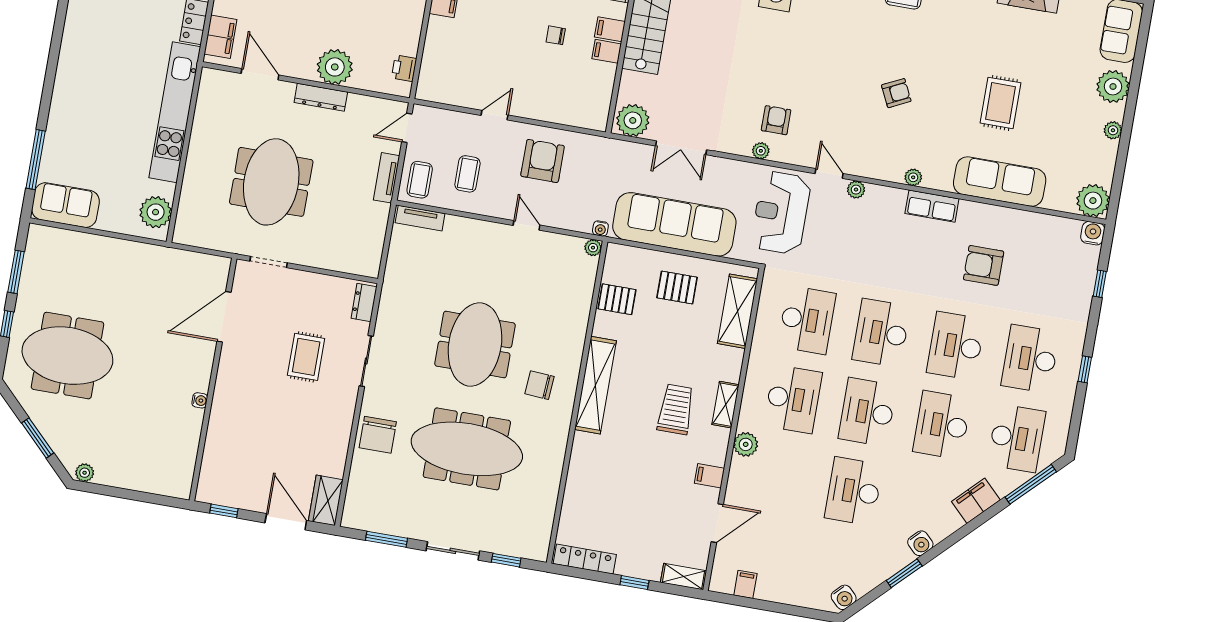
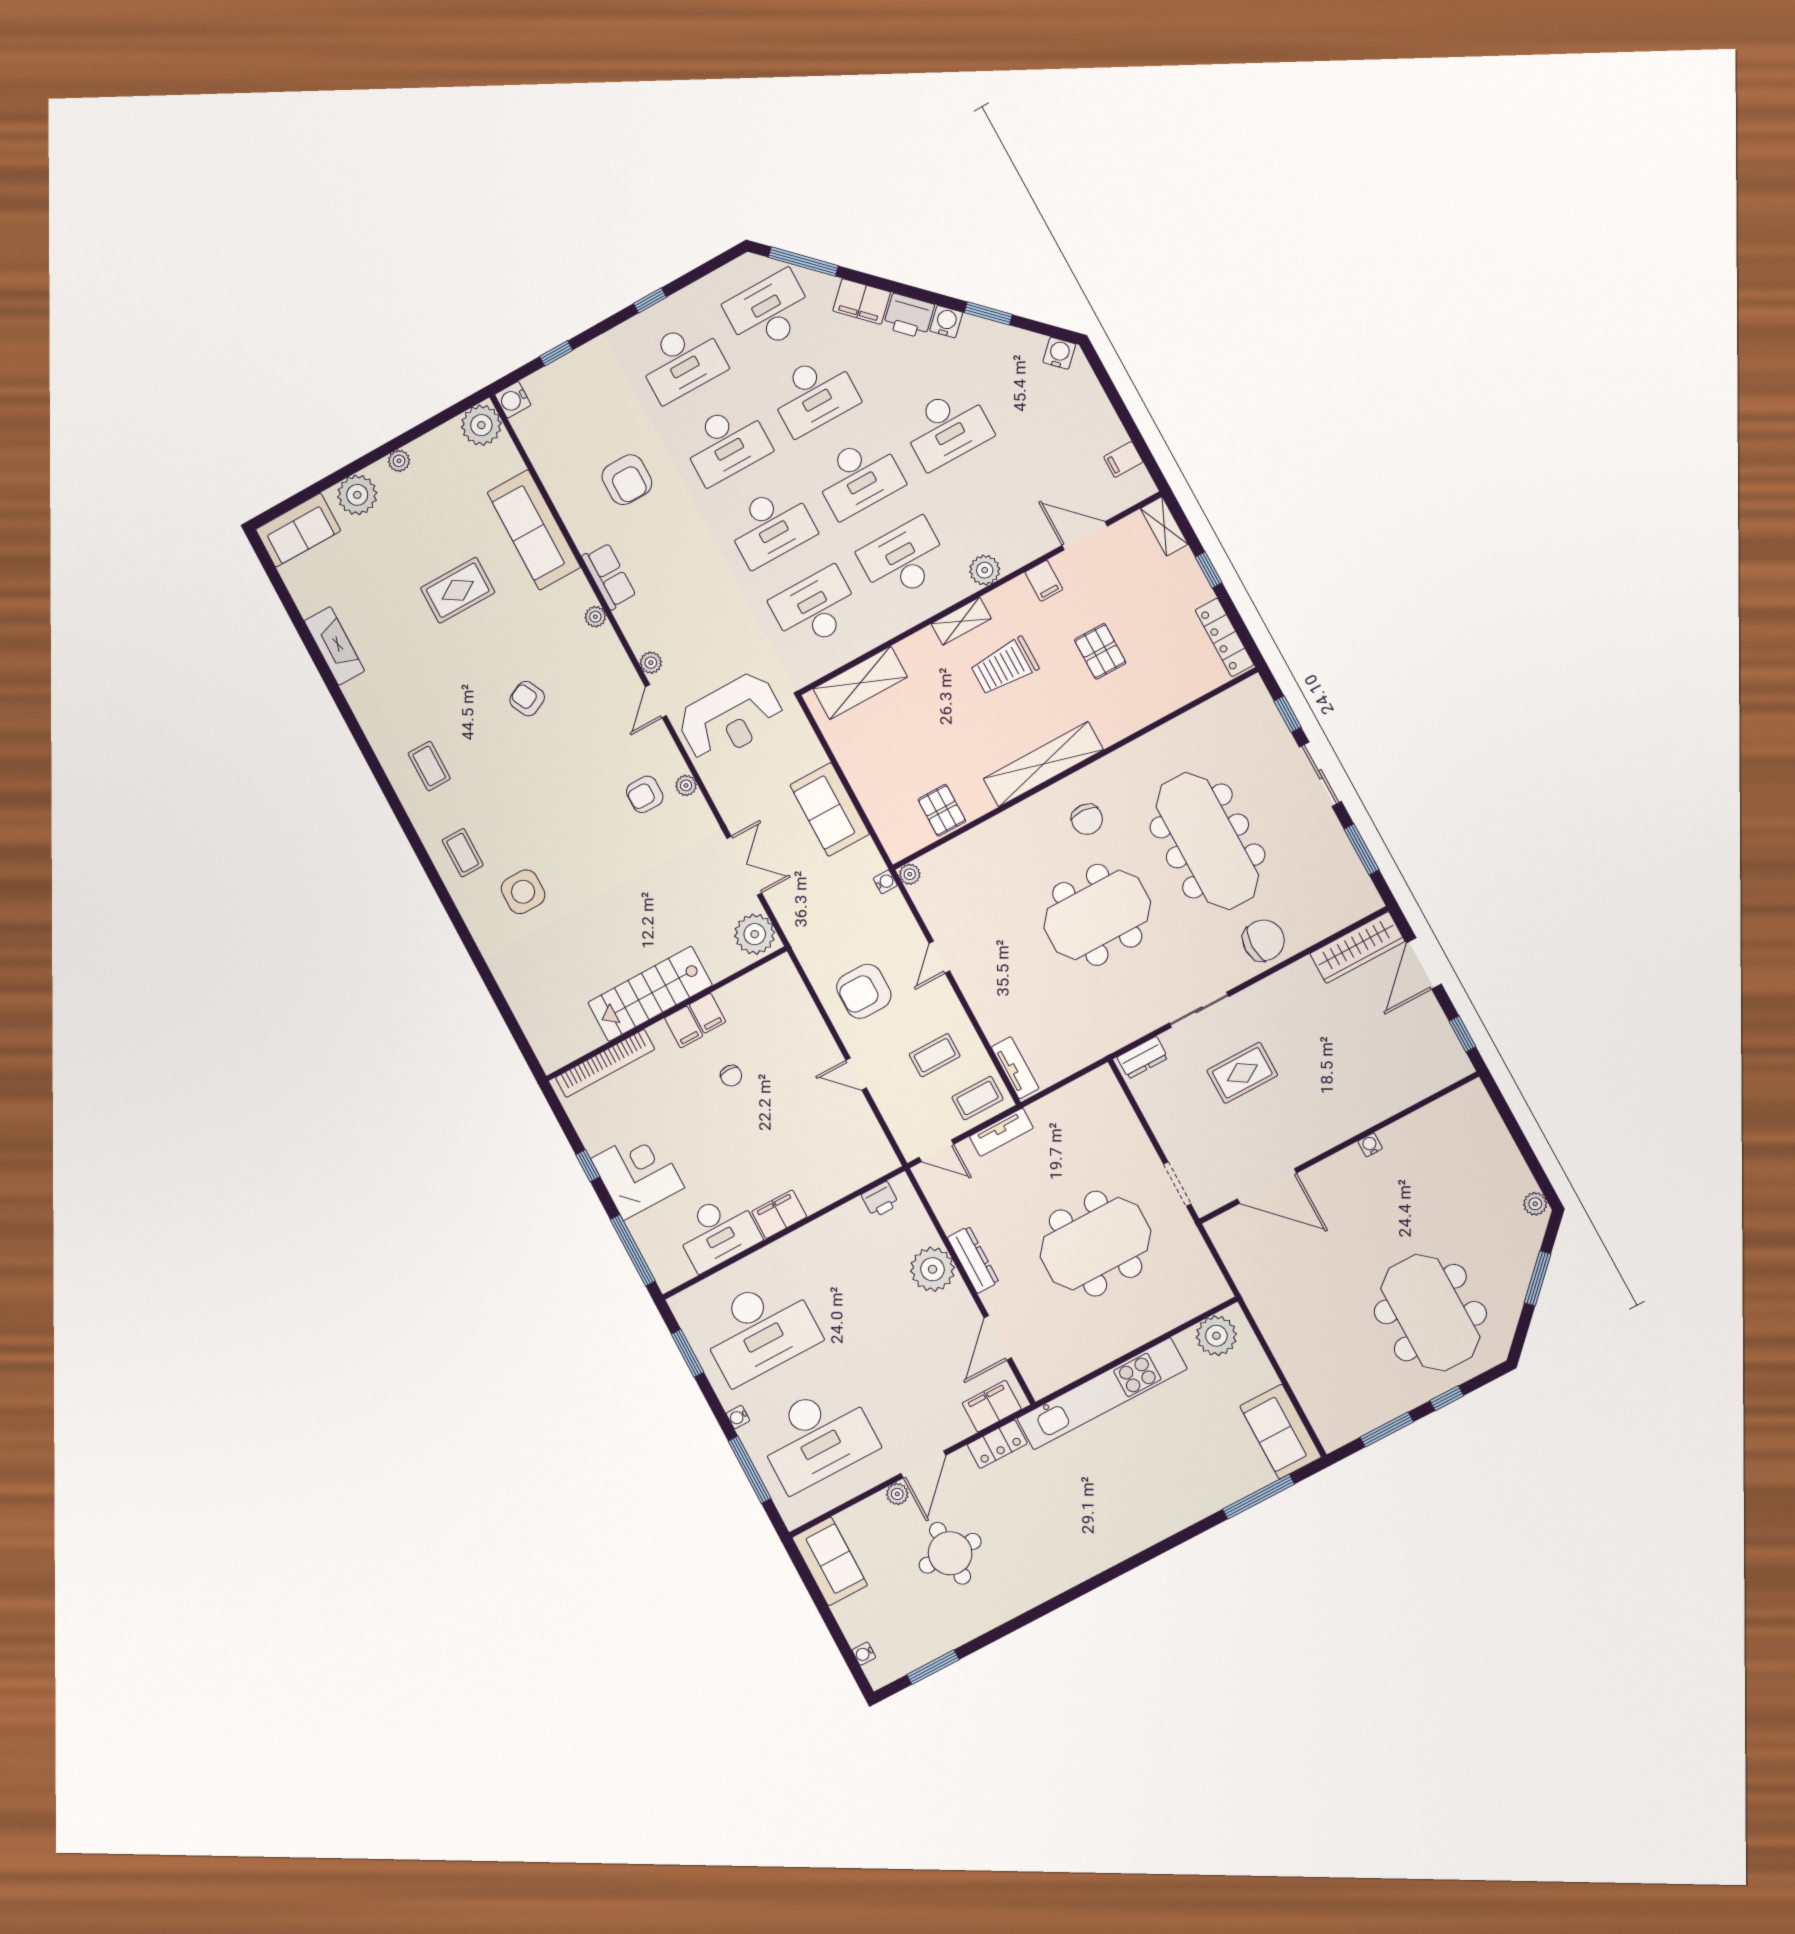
sofa: (674, 224) -> (830, 809), width x0.54, depth x0.79
pallet: (677, 287) -> (1100, 651), moved
wardrobe: (326, 500) -> (1357, 947), width x1.50
printer: (943, 523) -> (909, 316), added

